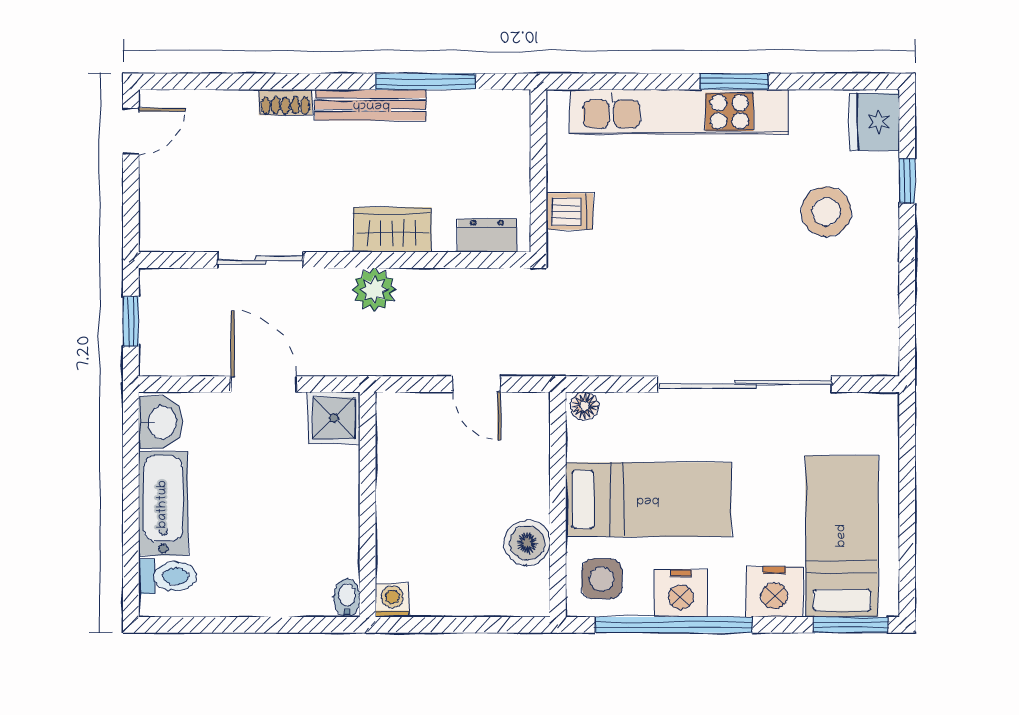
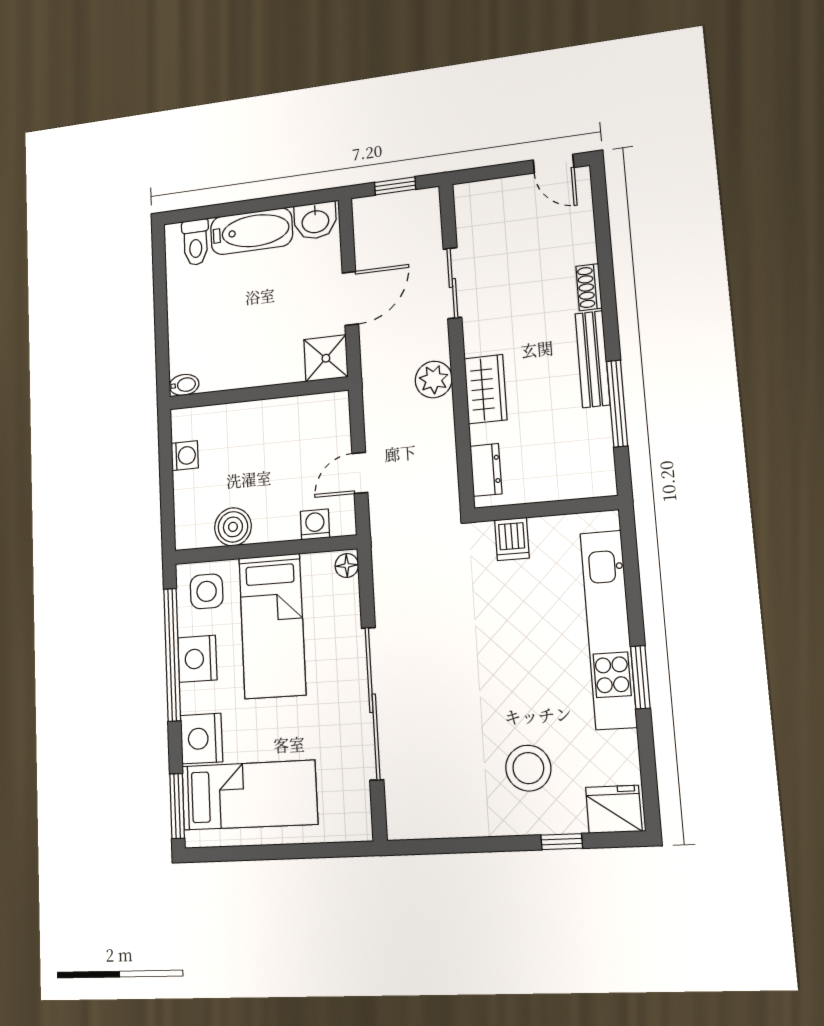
washing machine: (533, 442) -> (315, 524), added
washing machine: (392, 600) -> (185, 456), moved

